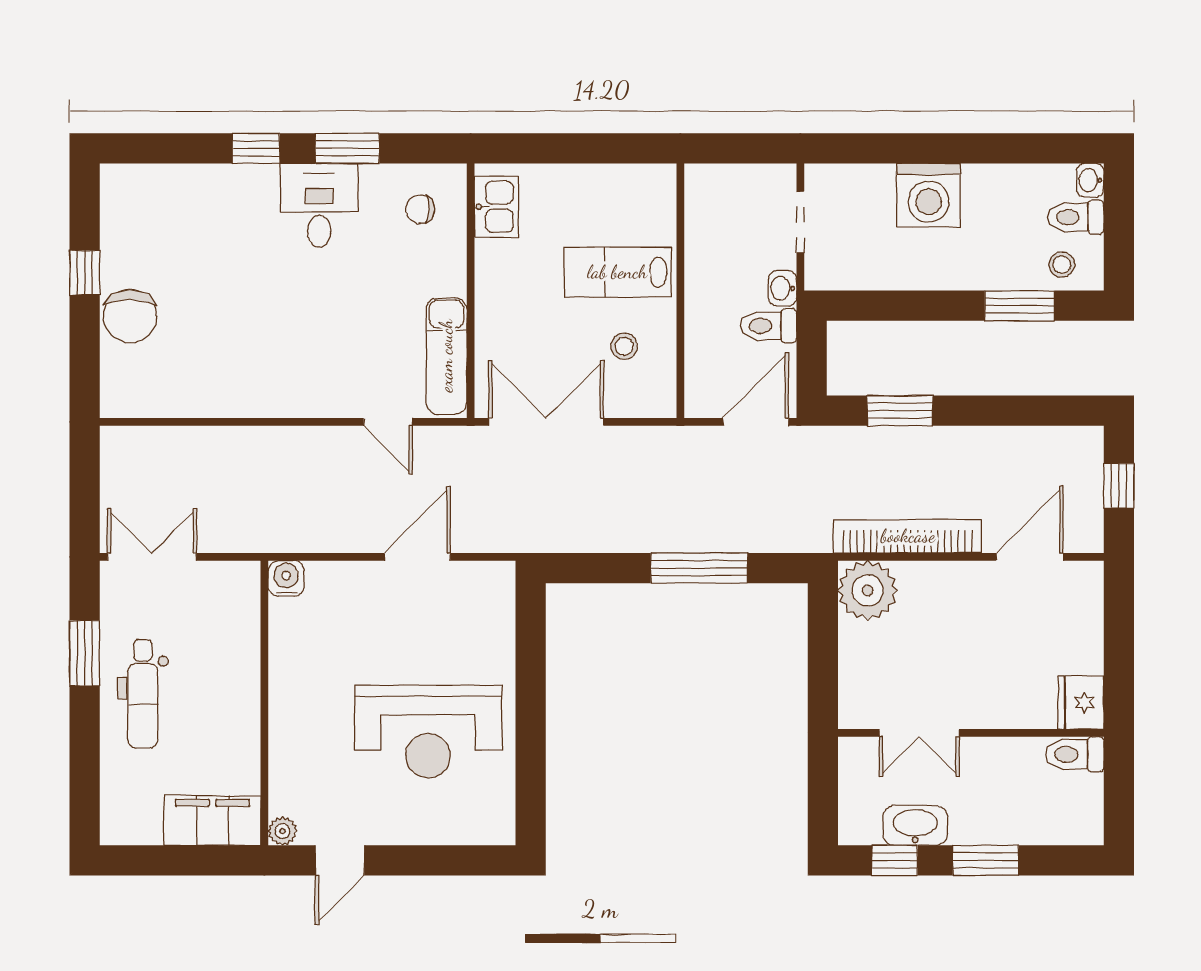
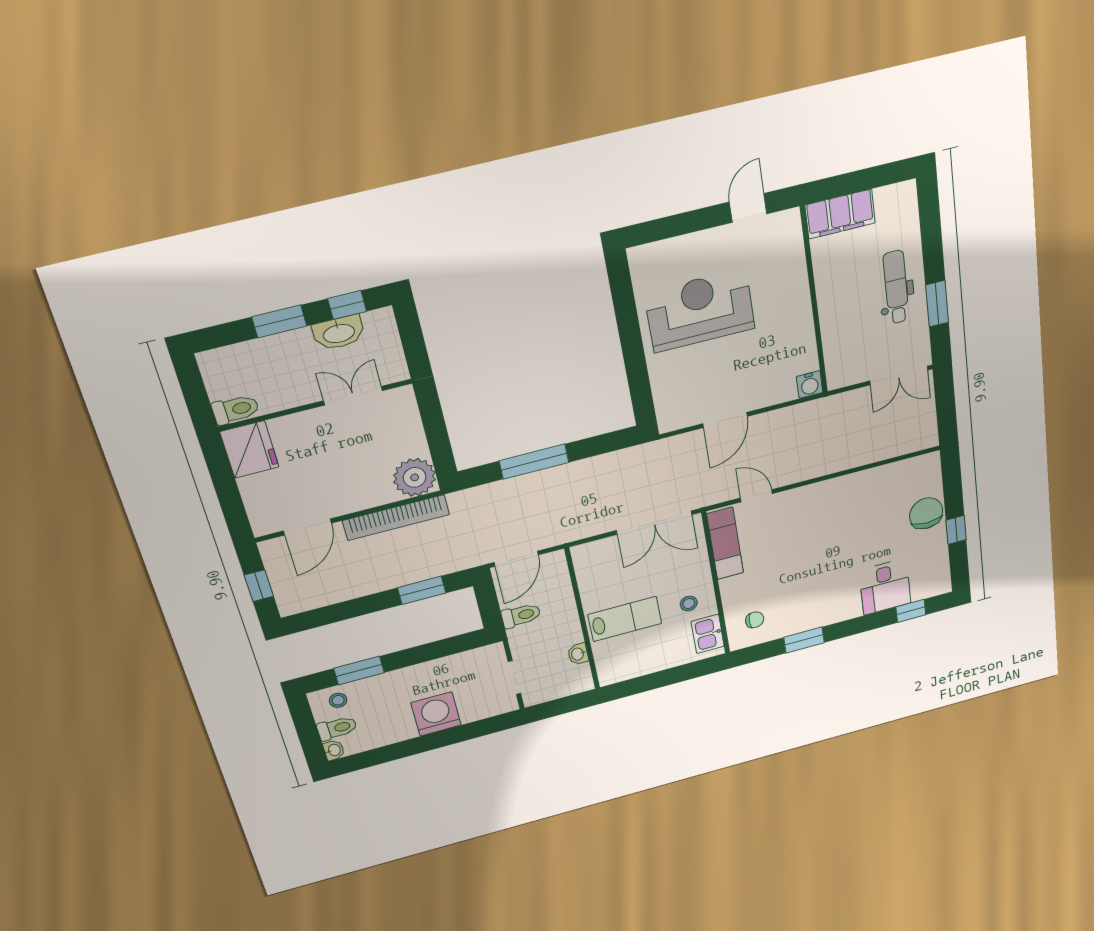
window: (256, 148) -> (911, 611), moved
desk: (319, 205) -> (885, 587), moved
washbasin: (782, 288) -> (578, 654), moved, turned 180
stool: (624, 346) -> (689, 603), moved
fridge: (1081, 703) -> (250, 449), width x1.36, depth x1.34
plant: (282, 831) -> (791, 218), removed

